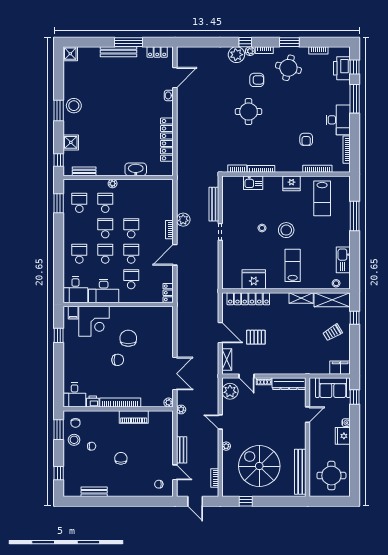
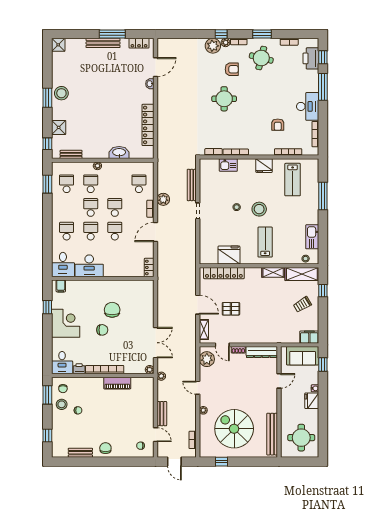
school desk: (131, 279) -> (139, 184), moved
corner desk: (94, 321) -> (66, 323), moved, turned -90
chair: (121, 458) -> (105, 448), moved

